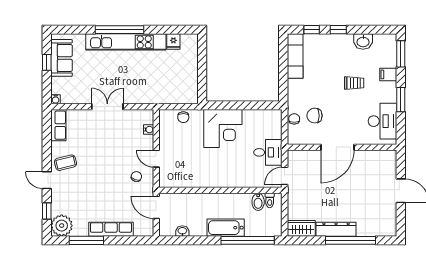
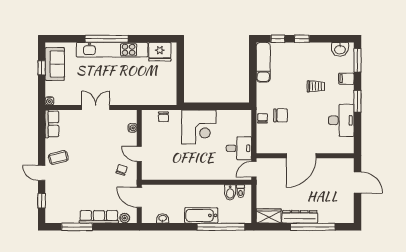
fridge: (173, 42) -> (160, 52), width x1.88, depth x1.34
washbasin: (363, 42) -> (340, 49), moved
chair: (315, 116) -> (281, 115), turned 180
door: (338, 147) -> (301, 156), moved
wall: (342, 147) -> (305, 156), moved
plant: (62, 226) -> (125, 218), moved, width x0.53, depth x0.53

